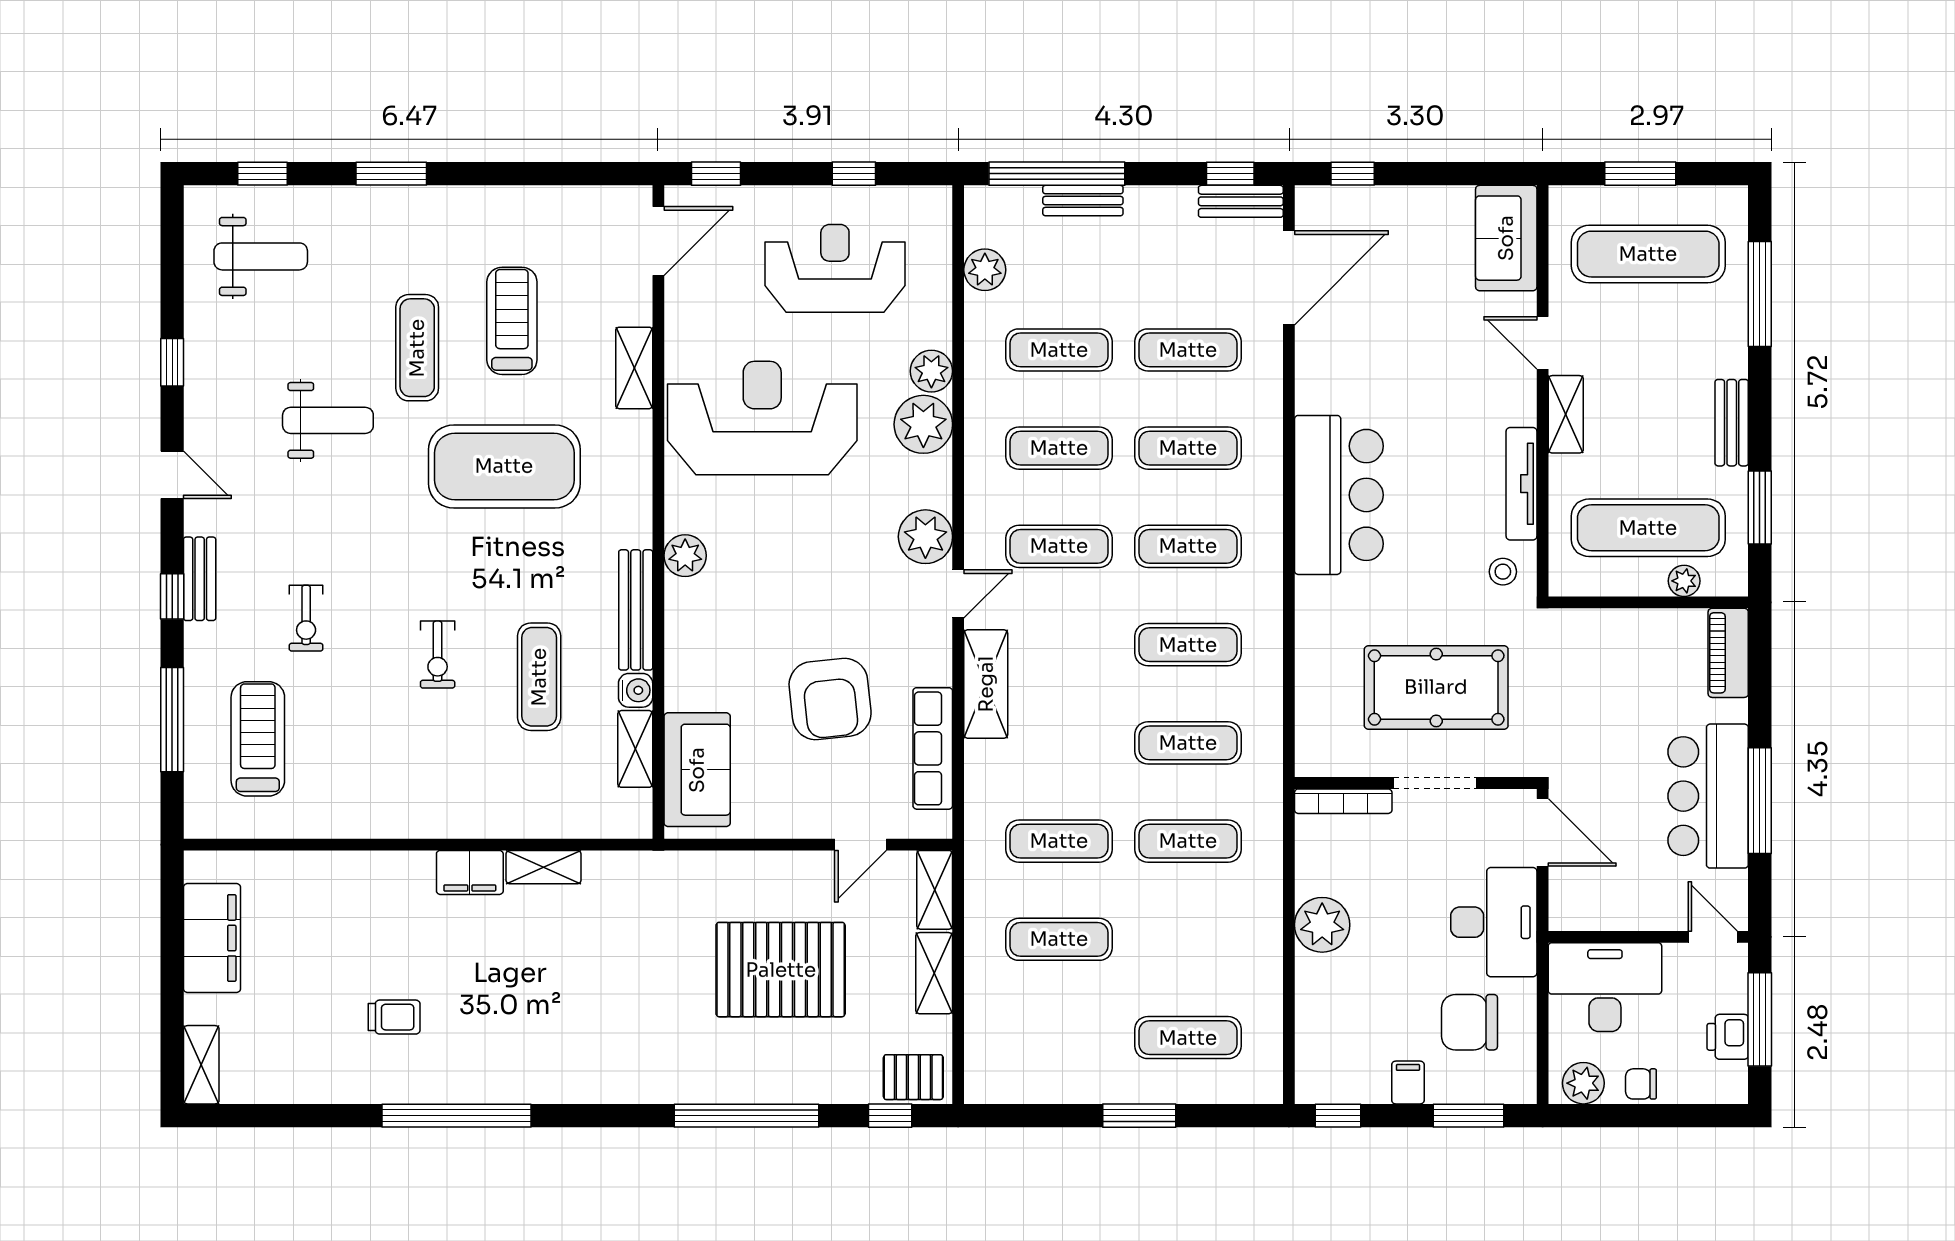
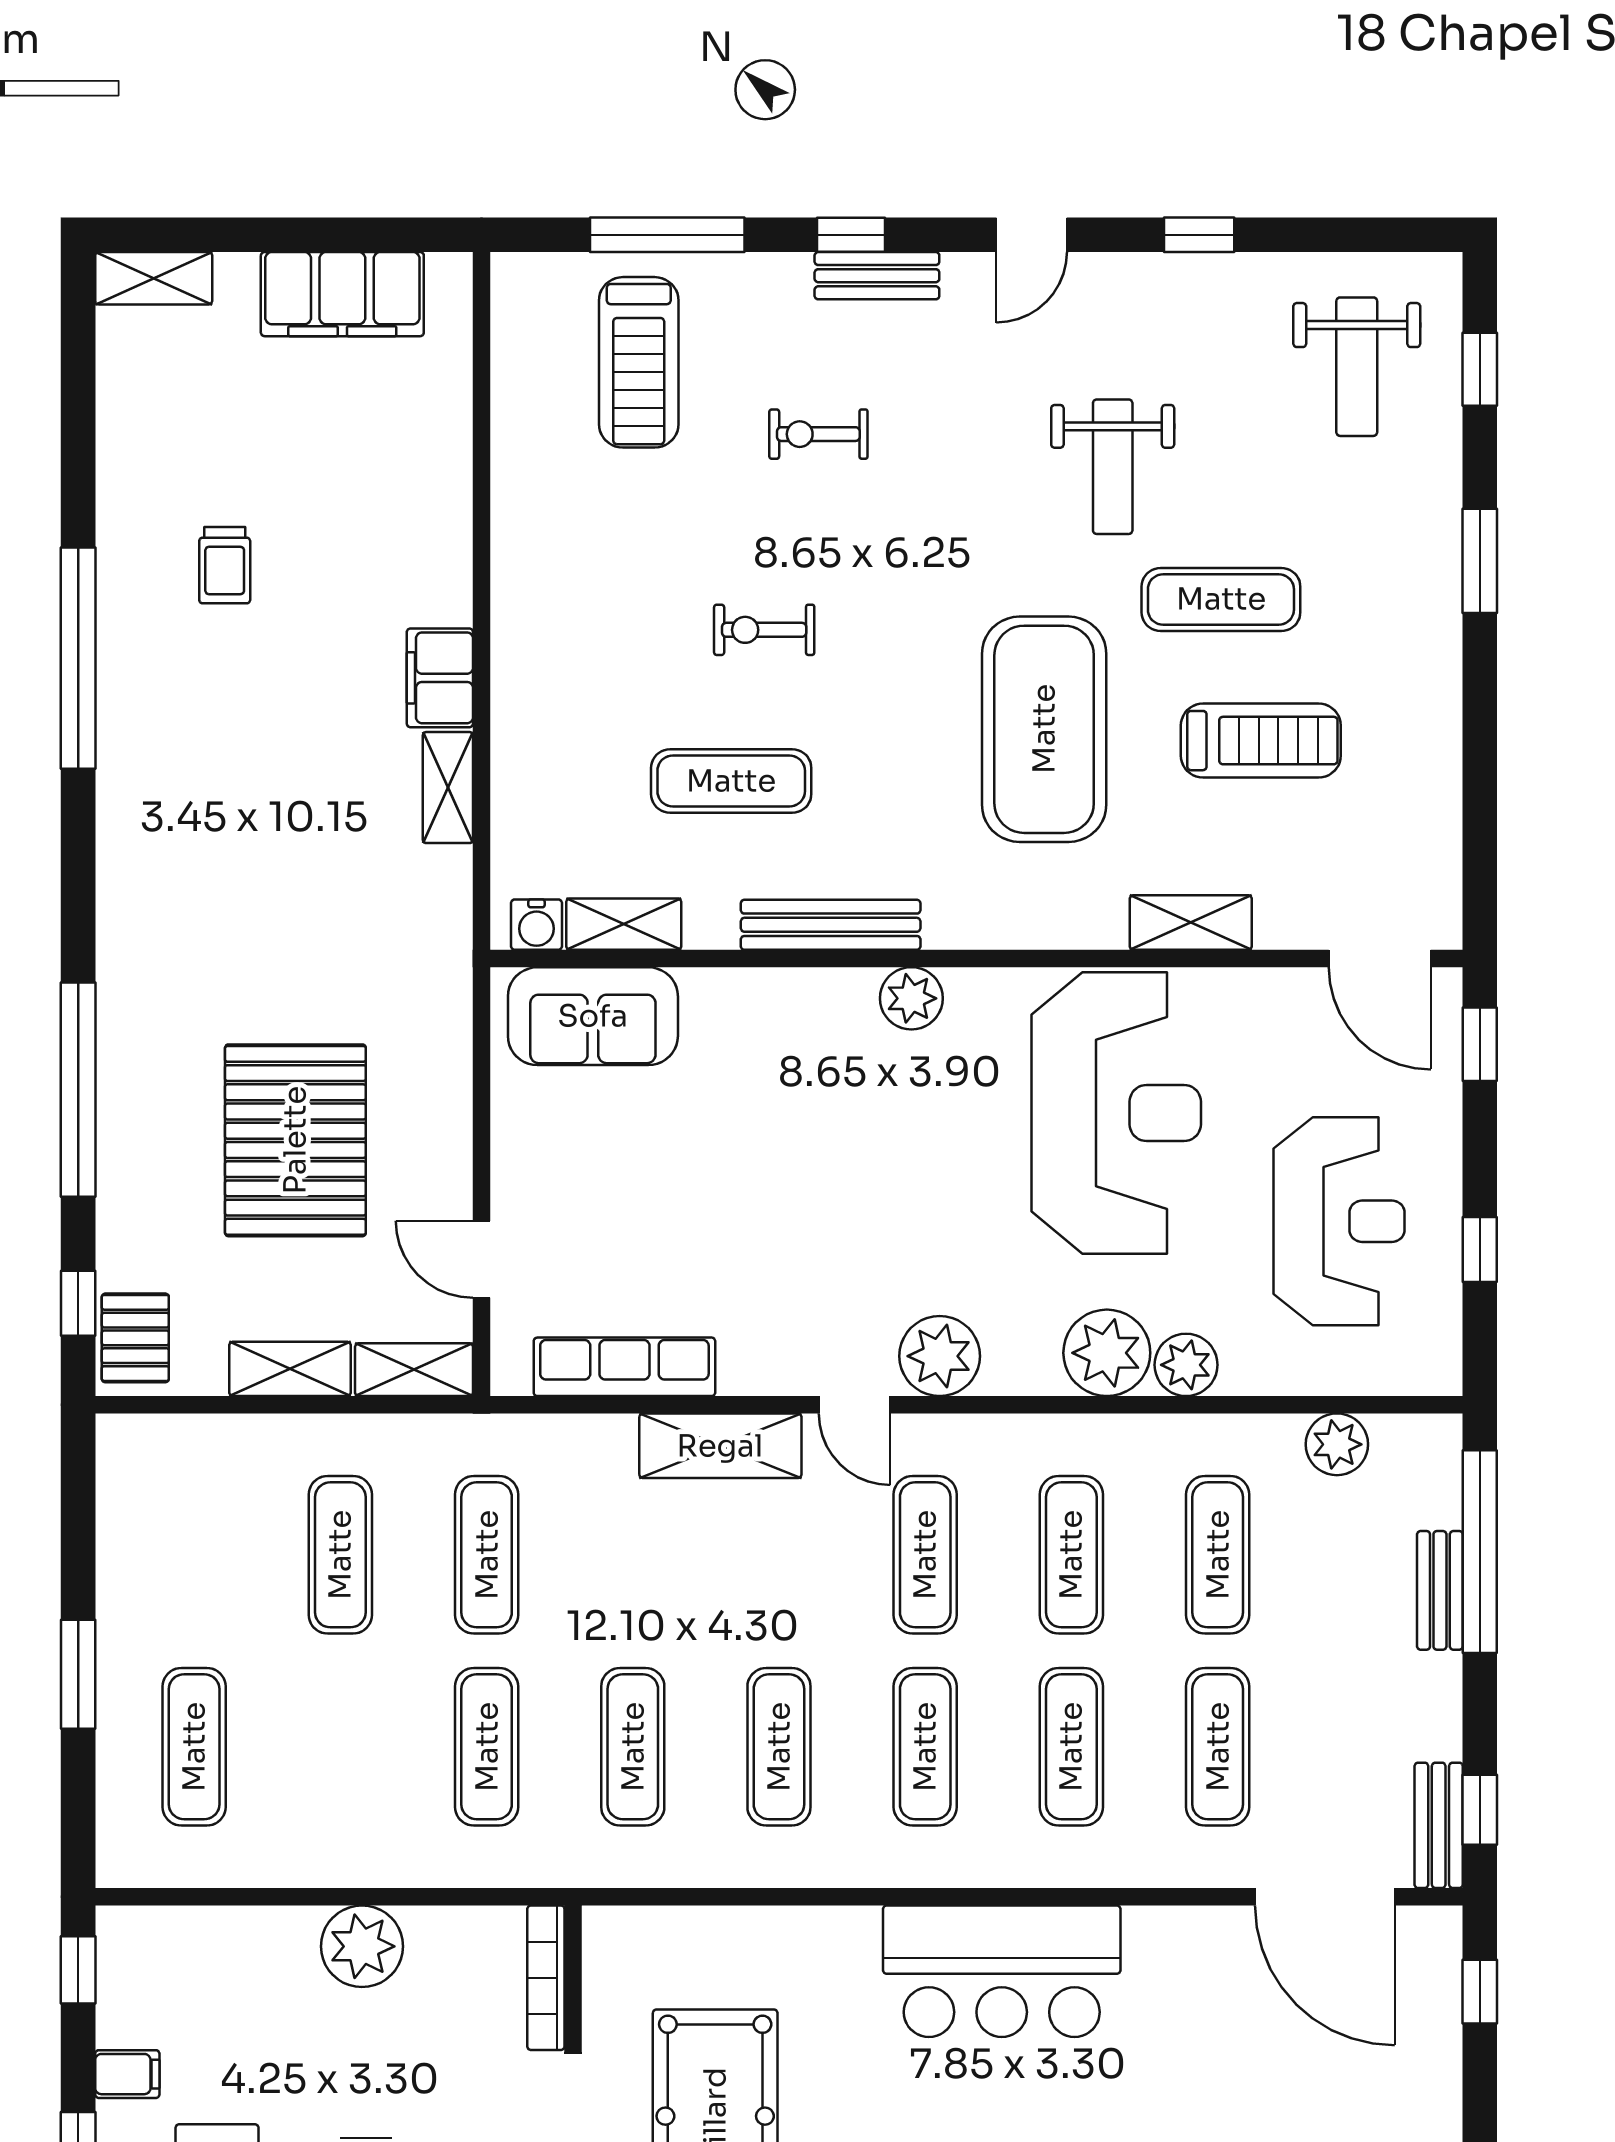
water cooler: (636, 690) -> (536, 925), moved
armchair: (830, 699) -> (698, 1214), removed
treadmill: (258, 739) -> (639, 362), turned 90

